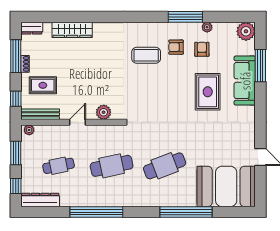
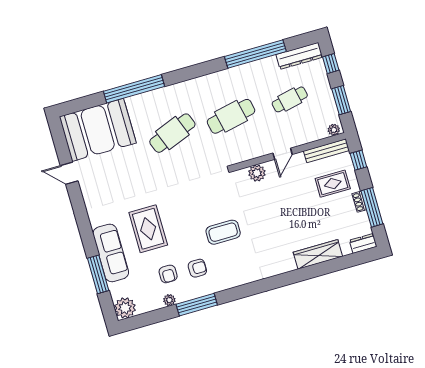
coffee table: (146, 55) -> (223, 232), moved
window: (96, 212) -> (255, 54), moved

